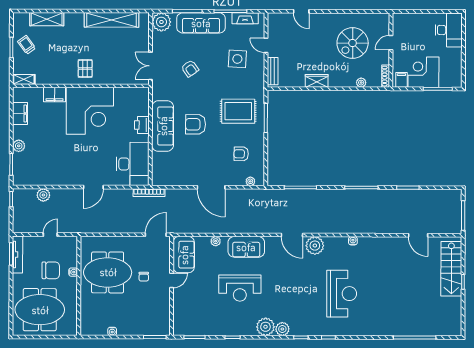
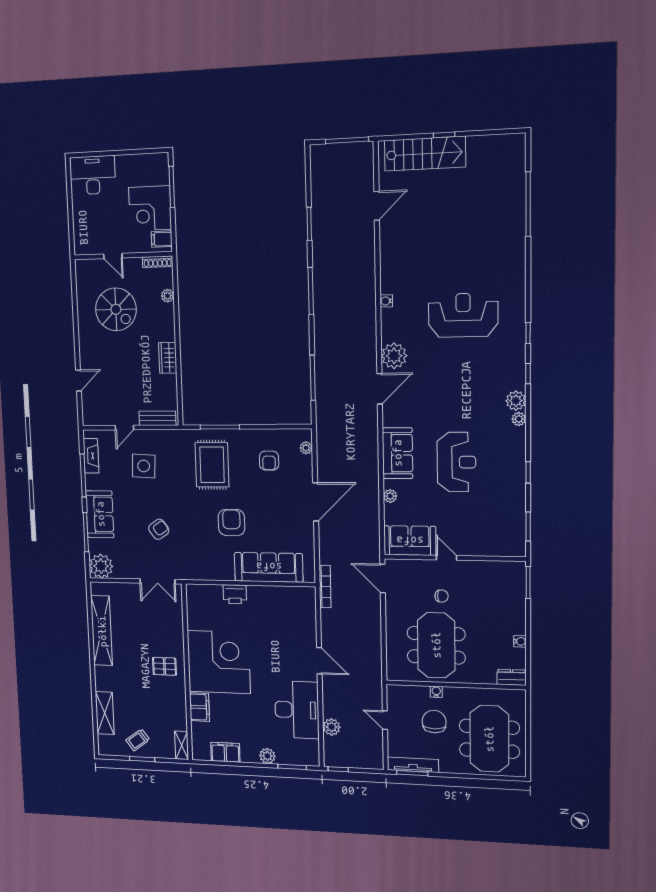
sofa: (201, 23) -> (100, 514), width x0.73
armchair: (196, 124) -> (231, 523), turned 180
sofa: (163, 126) -> (269, 567), moved
desk: (133, 164) -> (297, 710), moved, turned 90
dresser: (86, 325) -> (512, 677), added
plant: (265, 327) -> (519, 419), width x0.53, depth x0.53

